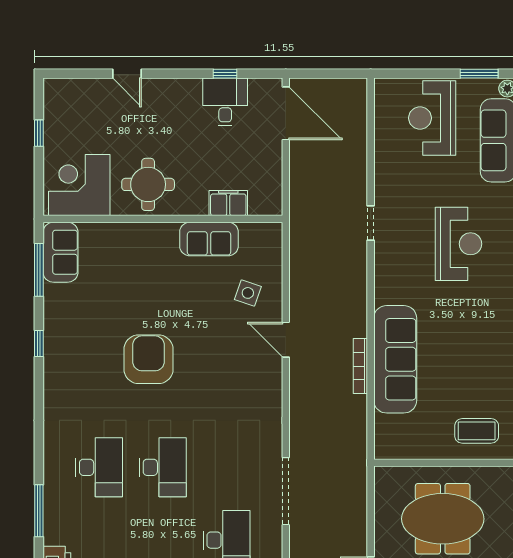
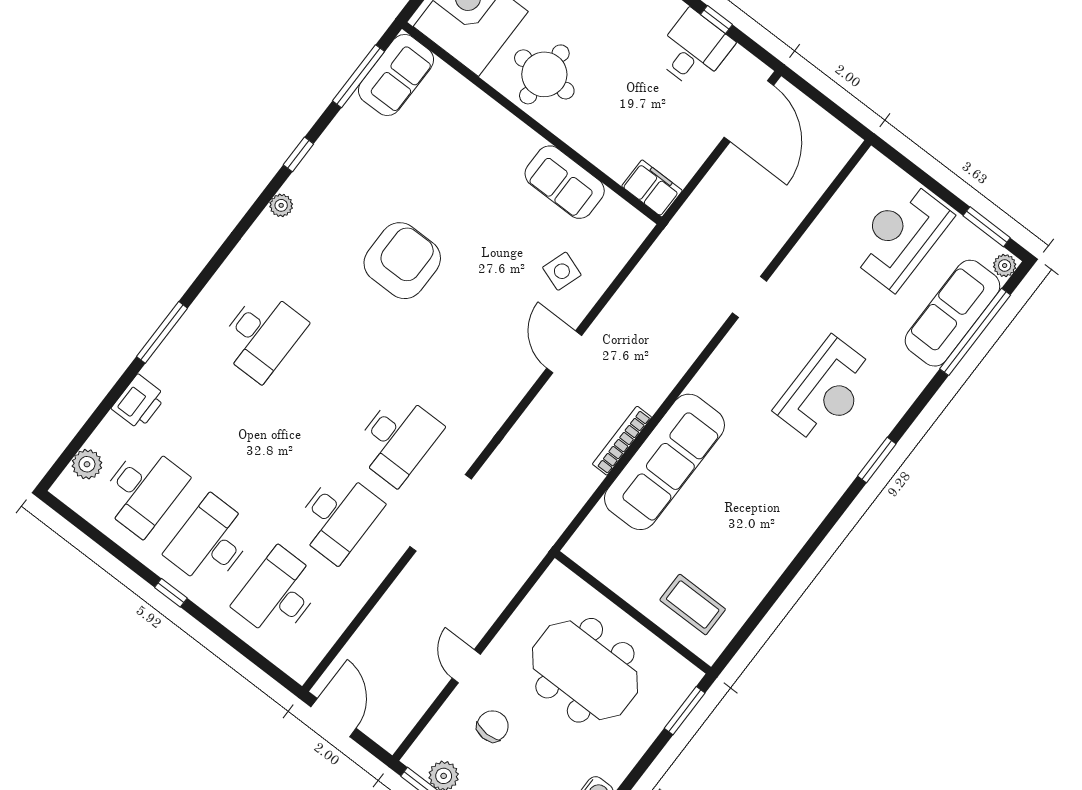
filing cabinet: (228, 203) -> (652, 188), moved
plant: (52, 382) -> (281, 205), added
desk: (163, 467) -> (397, 439), moved

